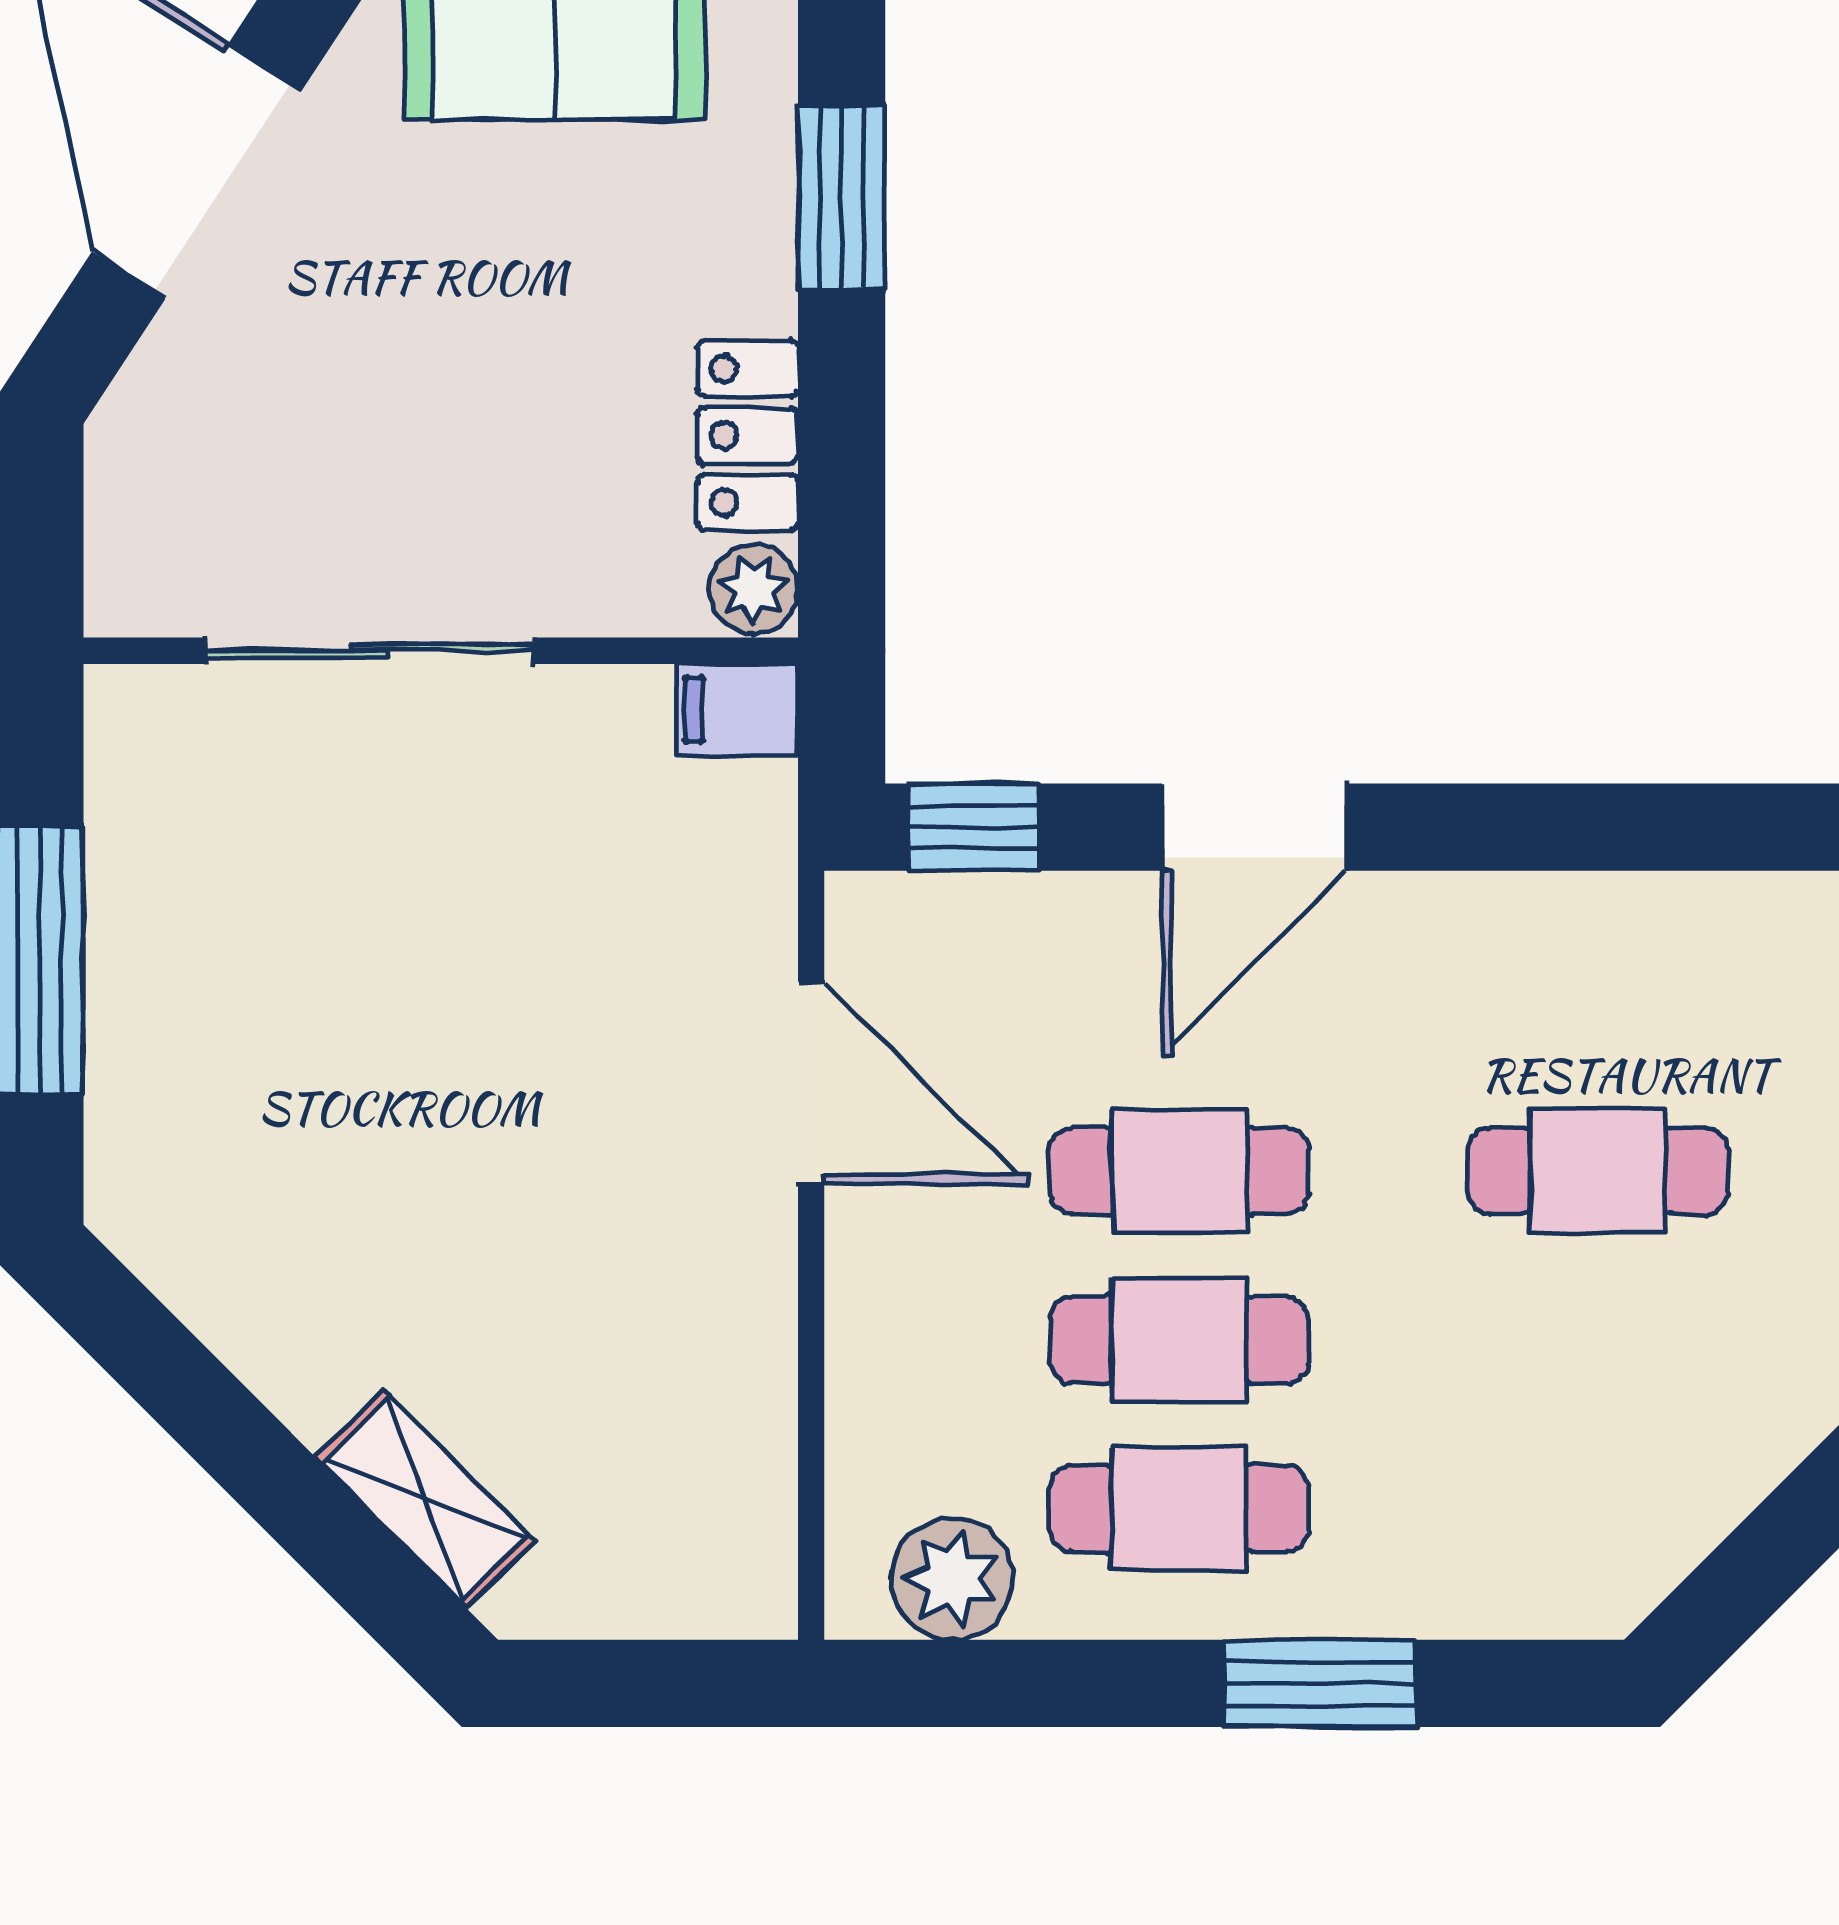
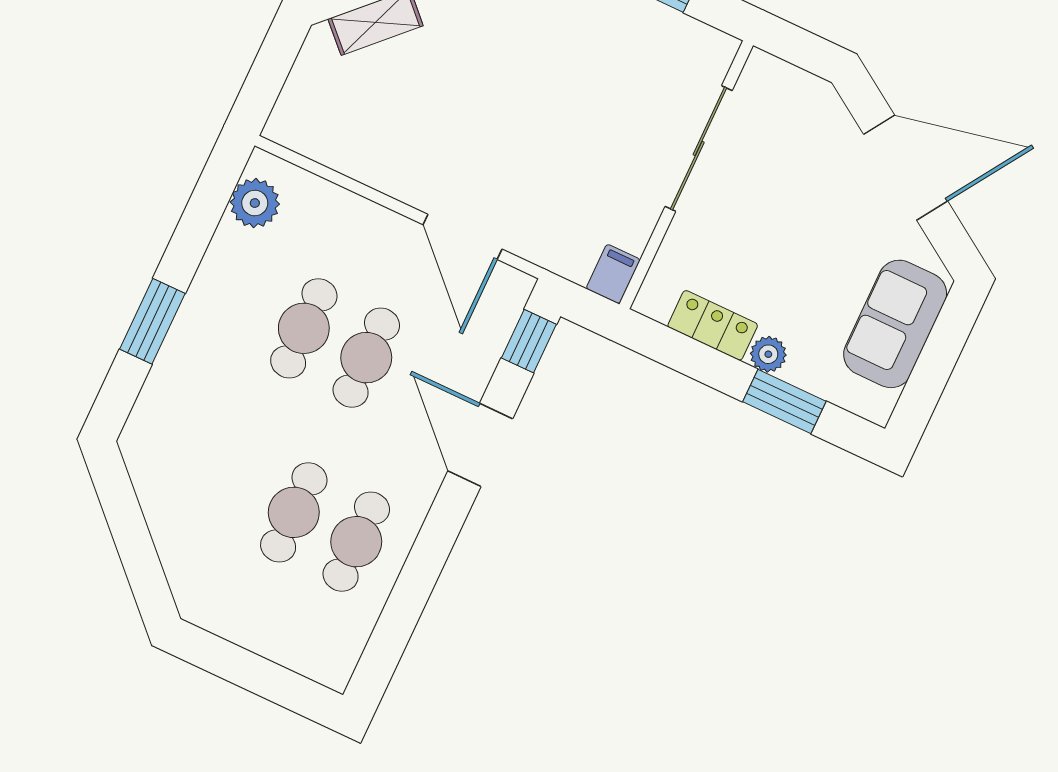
plant: (754, 589) -> (768, 354), moved
door: (811, 1083) -> (463, 237), hinge flipped
cafe table: (1179, 1509) -> (356, 542), moved

